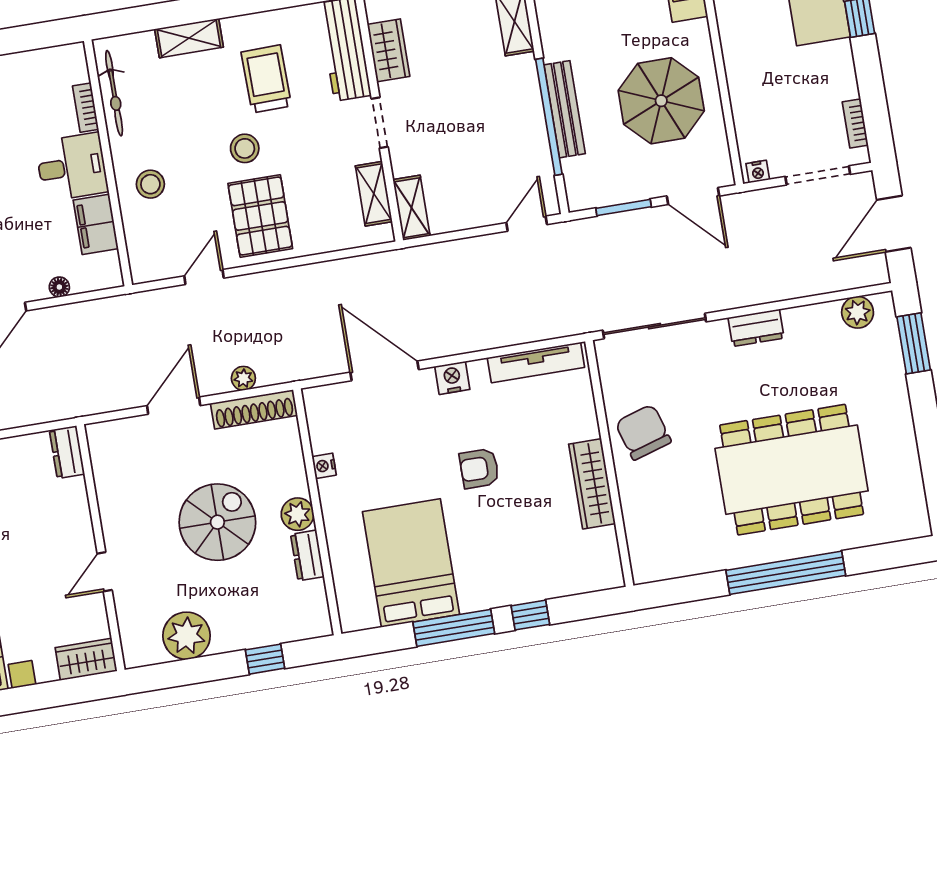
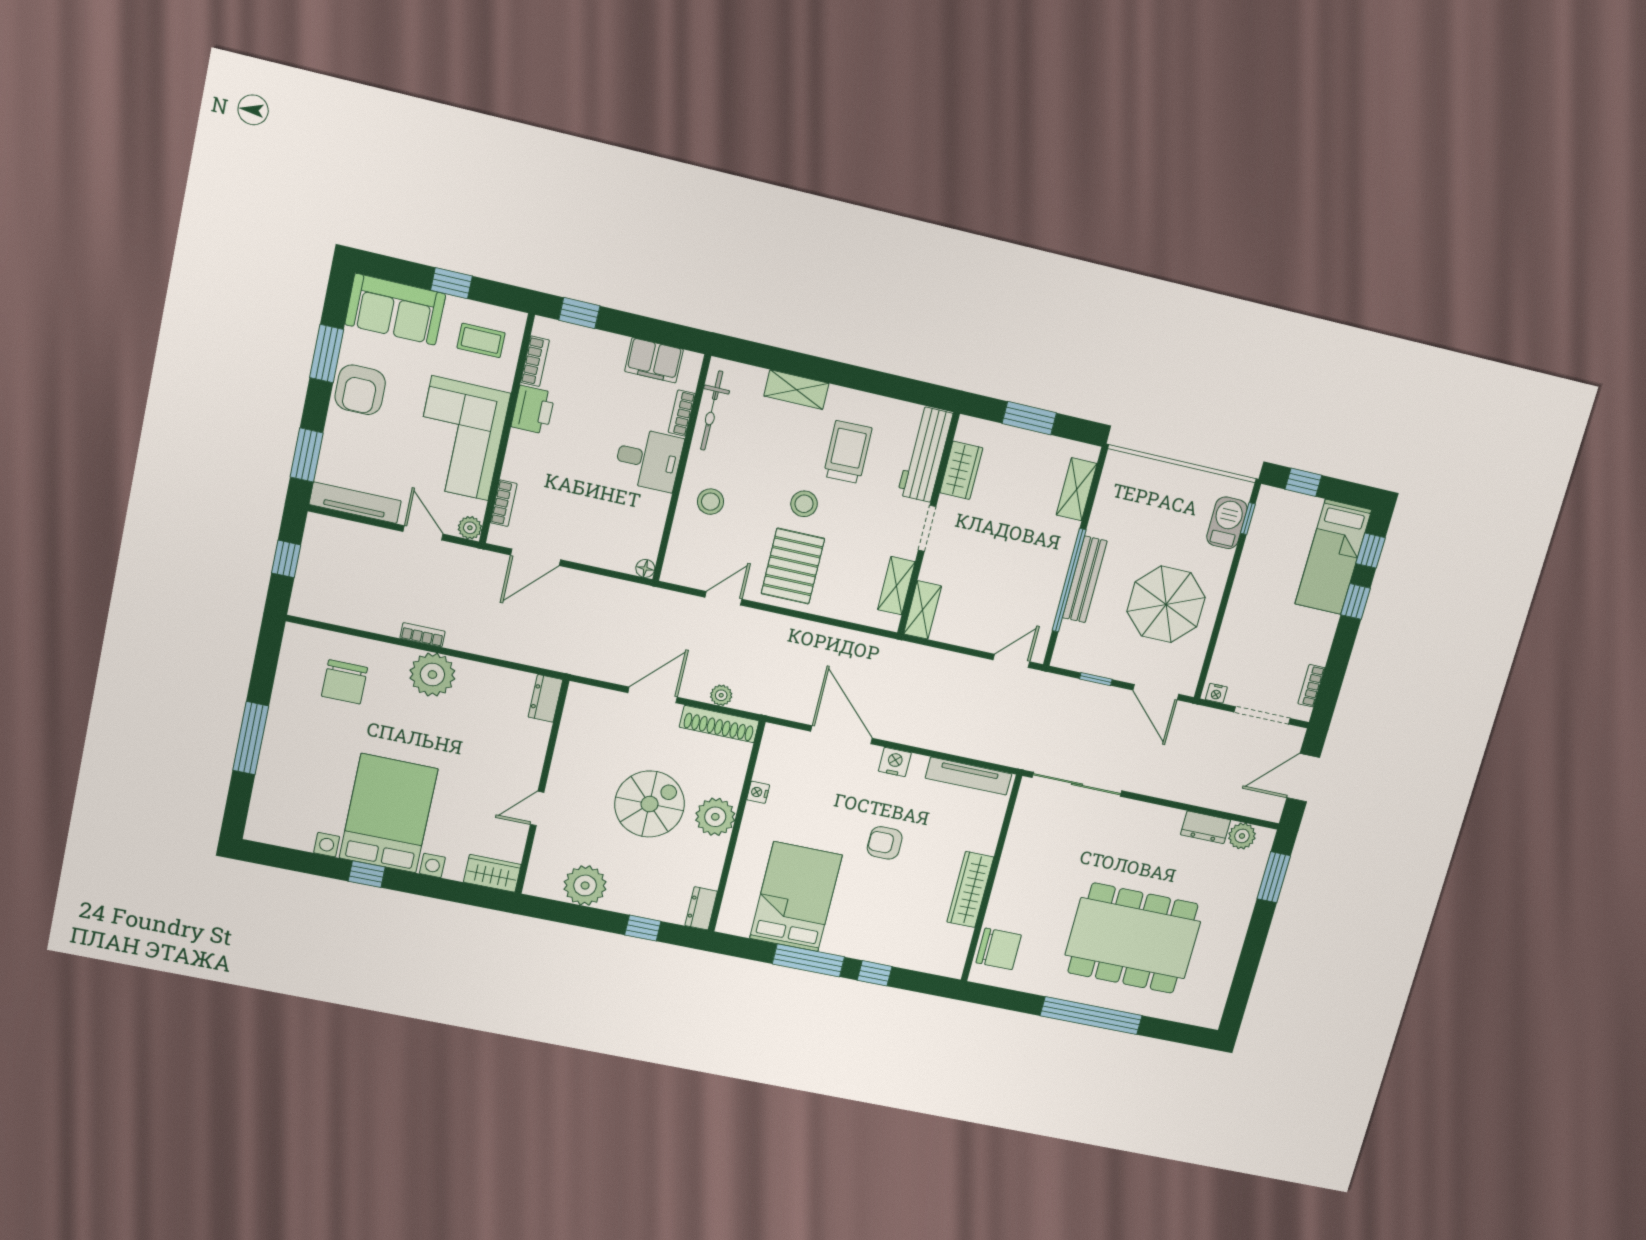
window: (624, 208) -> (1096, 679), width x0.67
filing cabinet: (96, 224) -> (654, 360), moved, turned -90
floor lamp: (59, 287) -> (645, 568), moved
dresser: (756, 328) -> (1206, 827), moved
chair: (643, 432) -> (999, 949), moved, turned 107
plant: (298, 514) -> (715, 817), width x1.36, depth x1.36
dresser: (307, 555) -> (701, 908), moved

